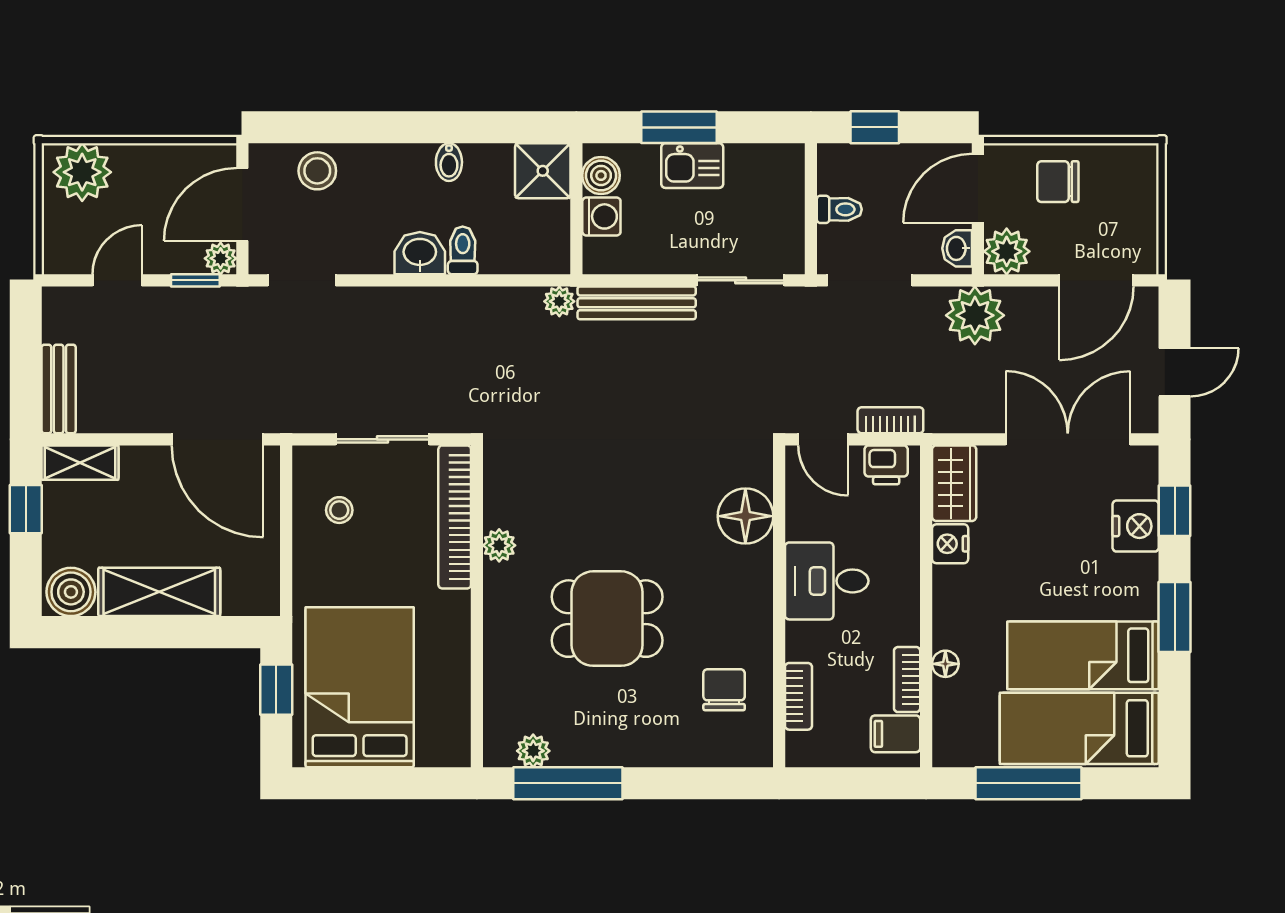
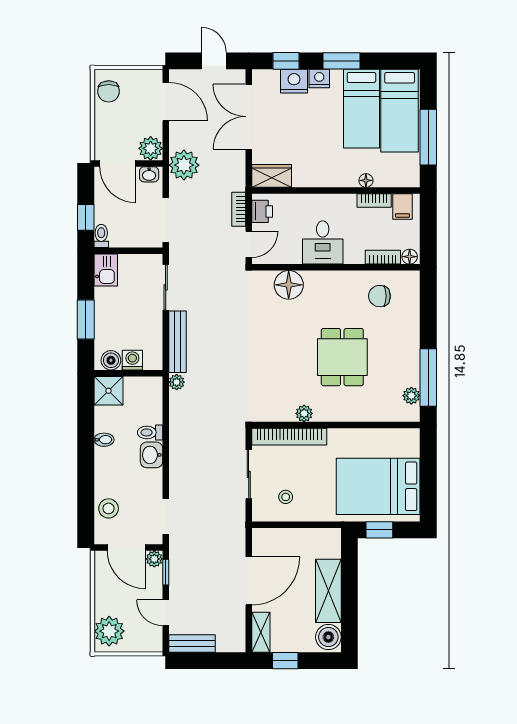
kitchen sink: (692, 166) -> (106, 270), moved
chair: (1058, 182) -> (109, 91), moved
toilet: (839, 209) -> (101, 236), moved
bench: (59, 389) -> (192, 643), moved
door: (217, 439) -> (249, 581), moved
nightstand: (950, 544) -> (319, 78), moved, turned 180
floor lamp: (800, 747) -> (410, 257), added

